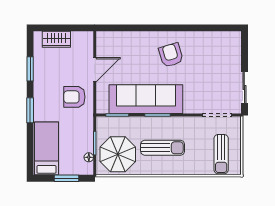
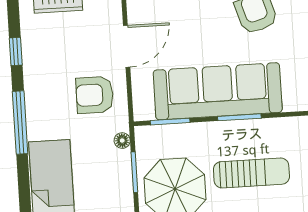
window: (30, 69) -> (16, 51), width x0.67
window: (30, 110) -> (20, 123), width x1.44
floor lamp: (89, 157) -> (122, 141), moved

